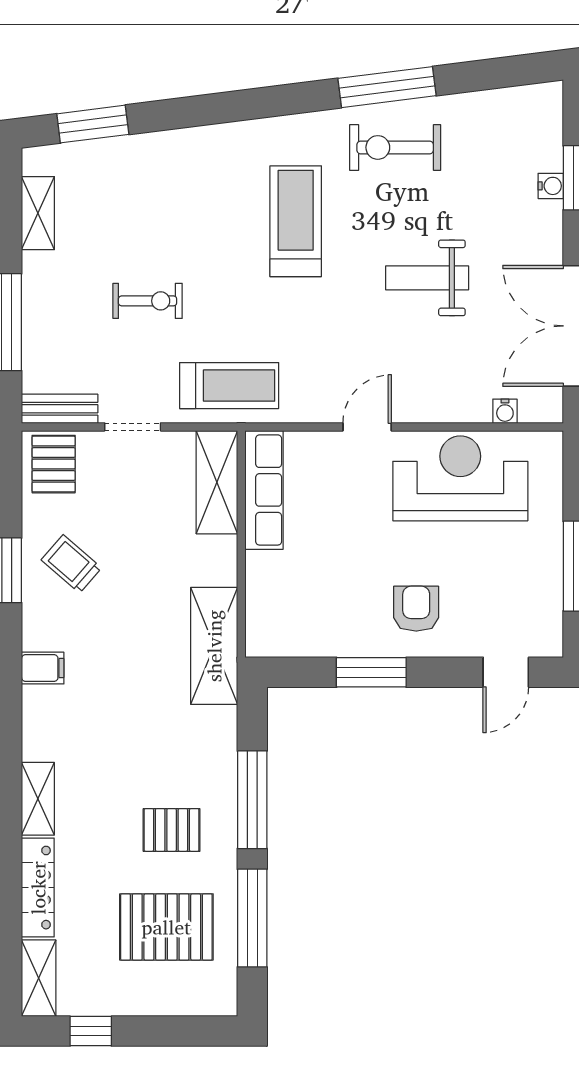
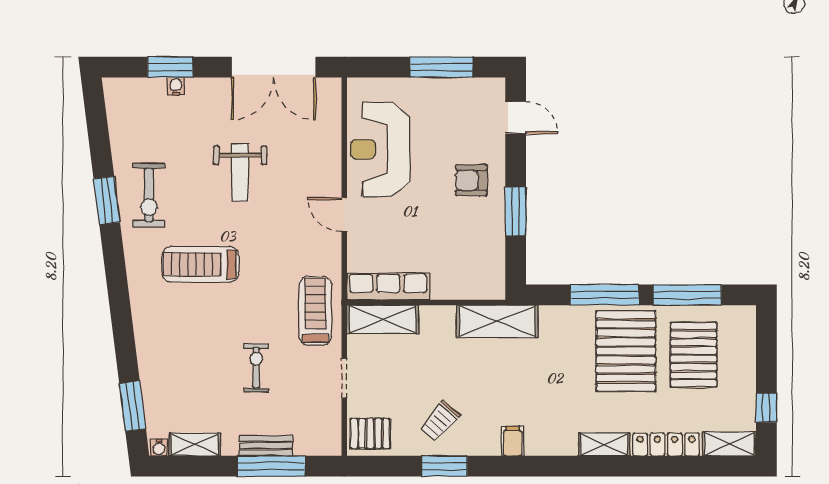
window: (387, 87) -> (107, 201), width x0.69
bench: (60, 409) -> (266, 446), moved, turned 90
water cooler: (505, 411) -> (159, 447), moved, turned 90
pallet: (172, 830) -> (626, 351), width x2.05, depth x2.00

